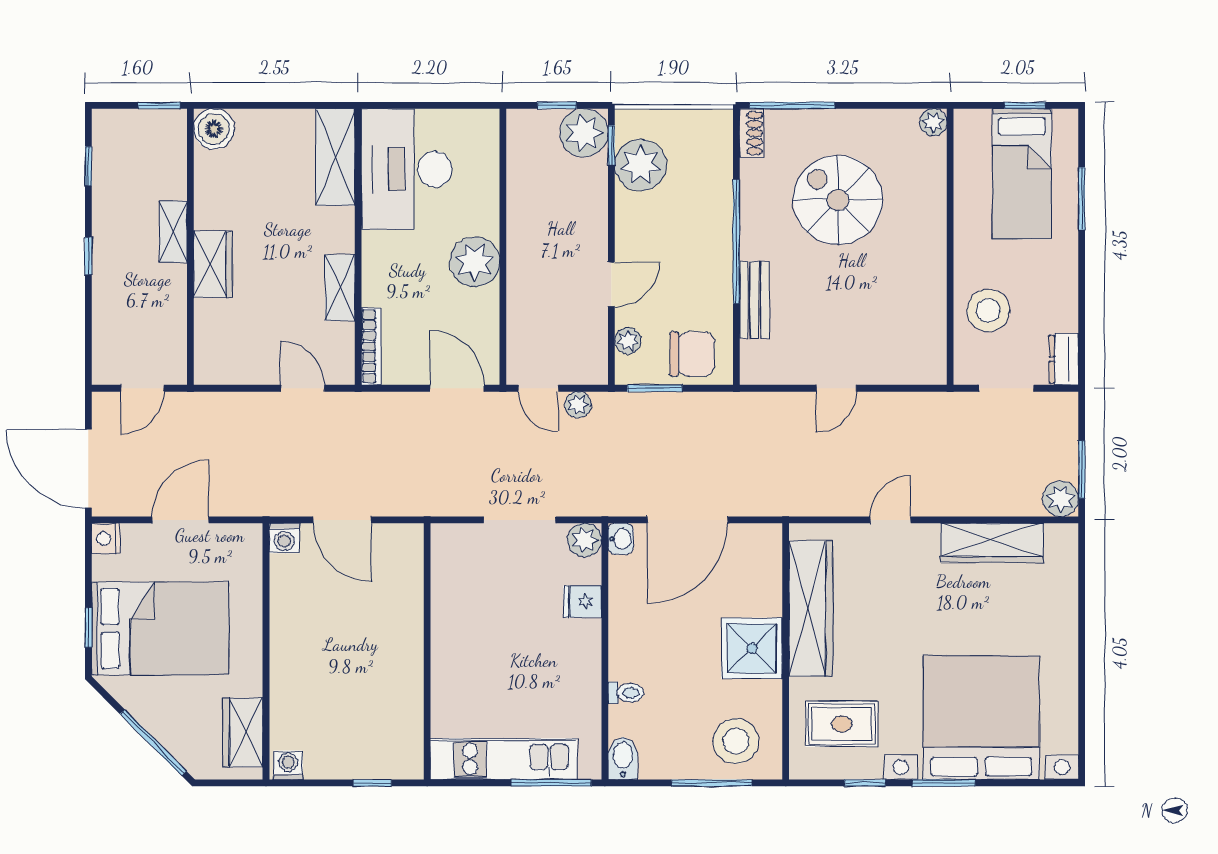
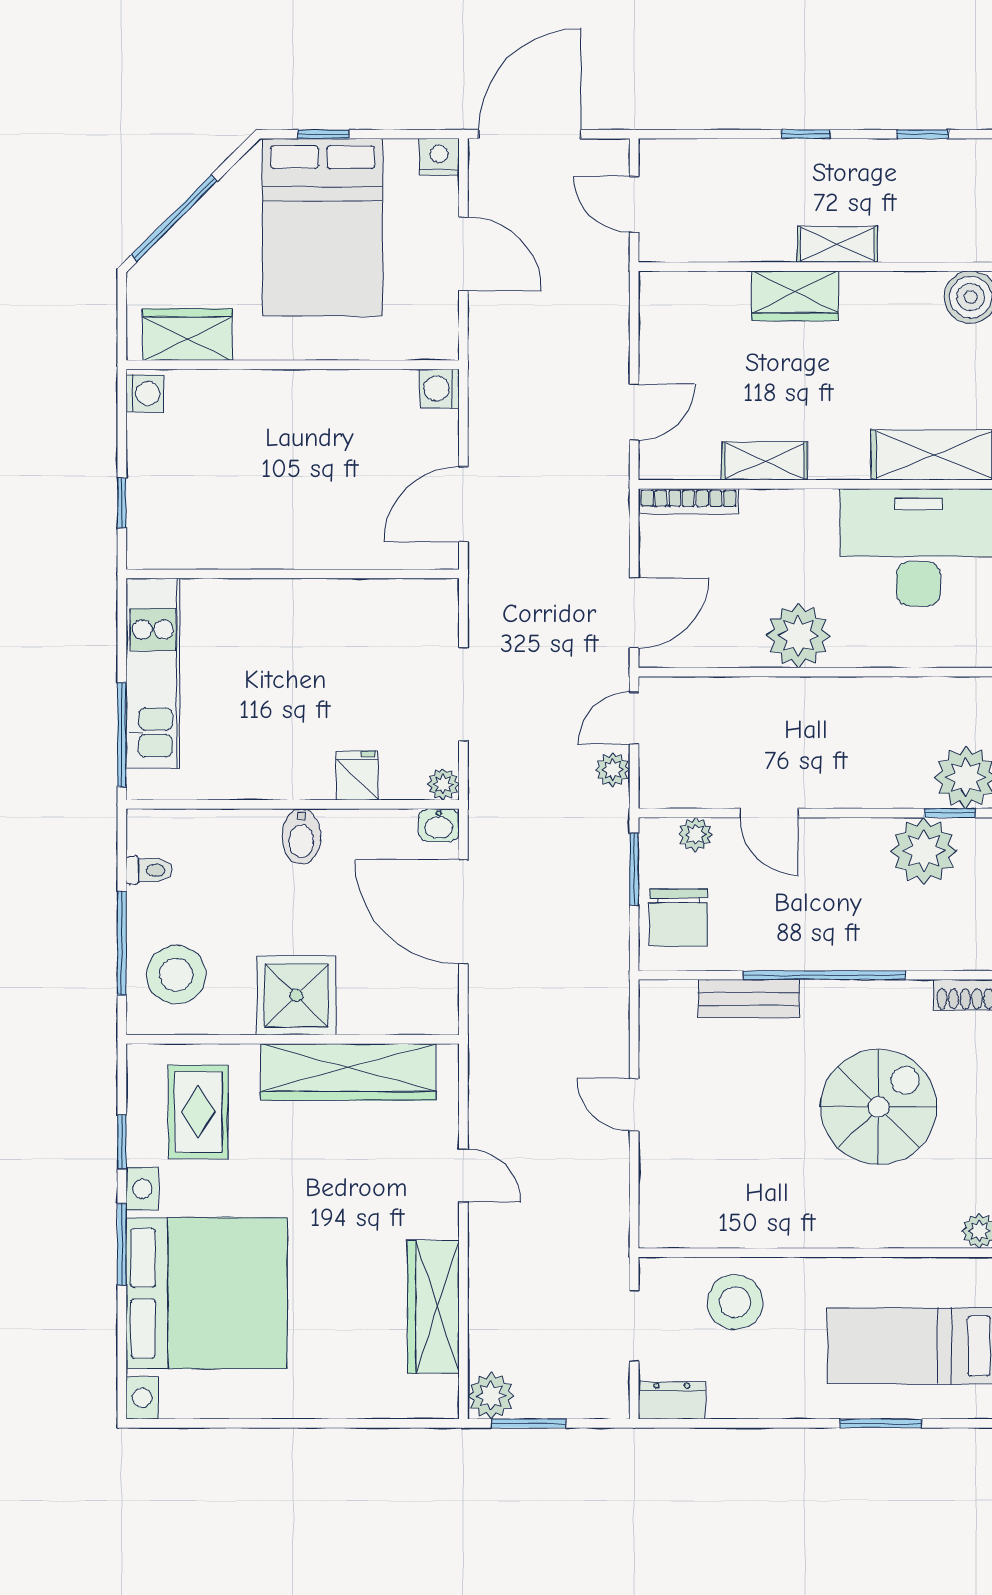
door: (342, 520) -> (463, 504), moved
plant: (585, 540) -> (443, 784), width x0.73, depth x0.73
toilet: (626, 693) -> (149, 870), moved, turned -90
bidet: (623, 758) -> (301, 837), moved, turned 90

